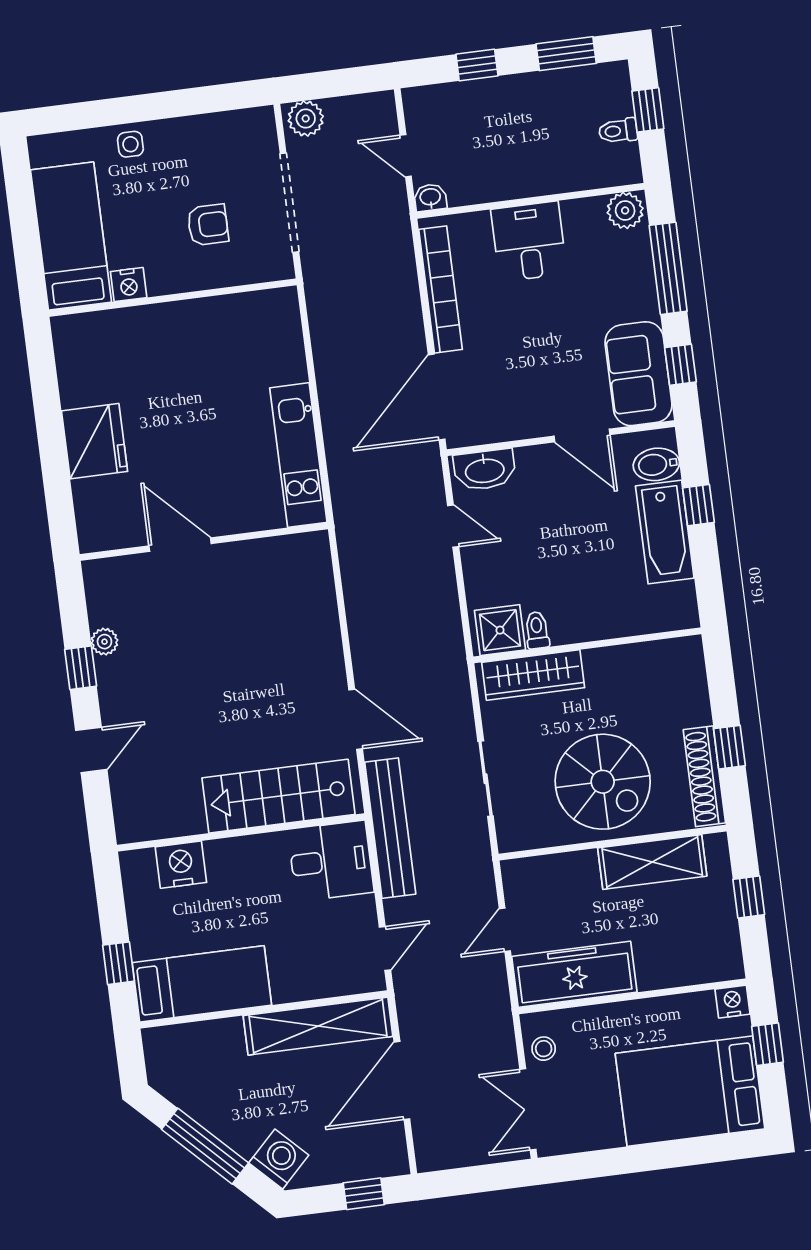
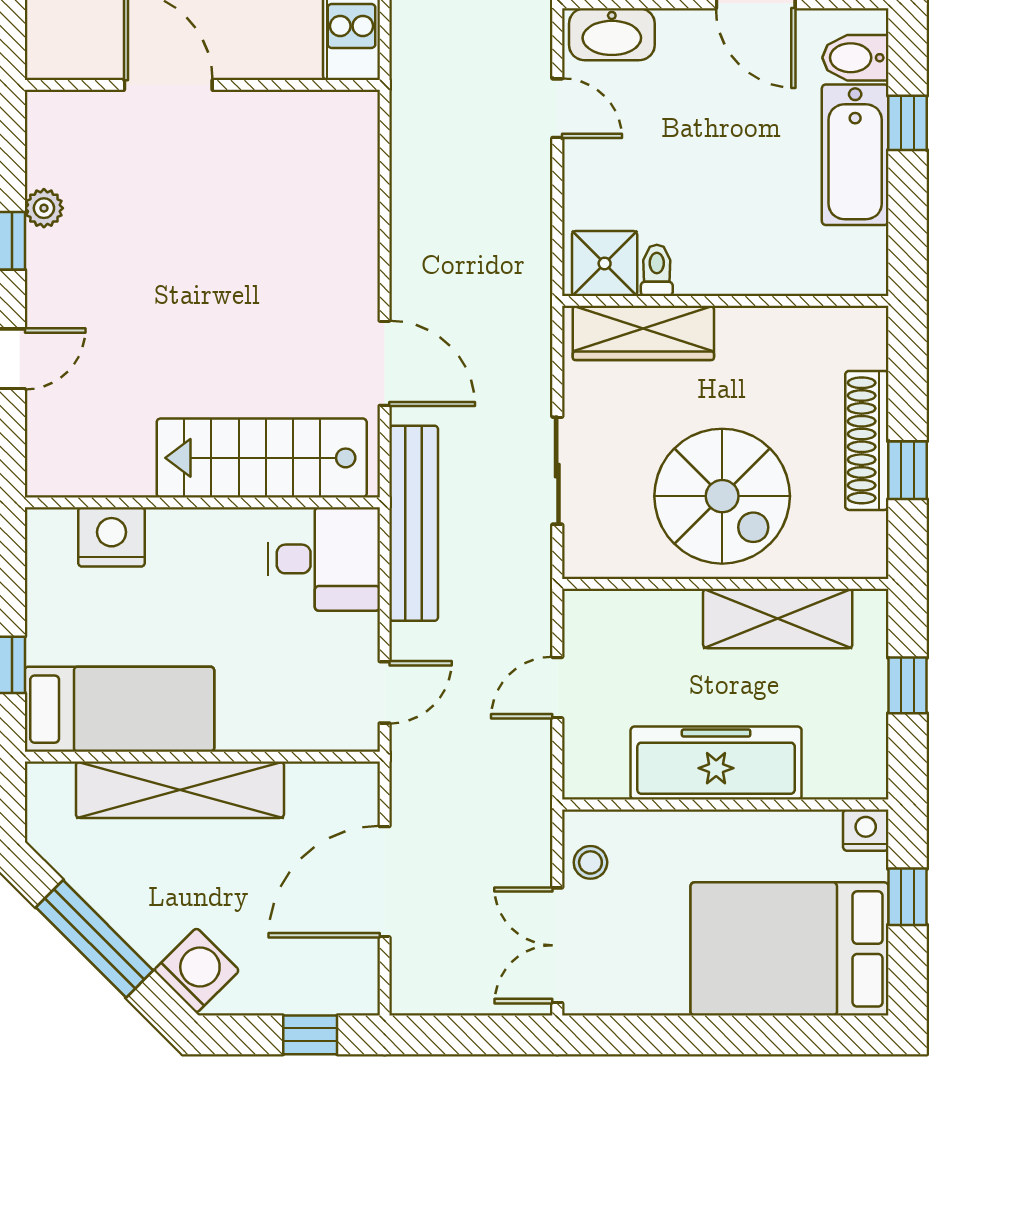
shoe rack: (704, 776) -> (867, 440), moved
freezer: (574, 974) -> (716, 763), moved
shelving: (318, 1026) -> (180, 790), moved

